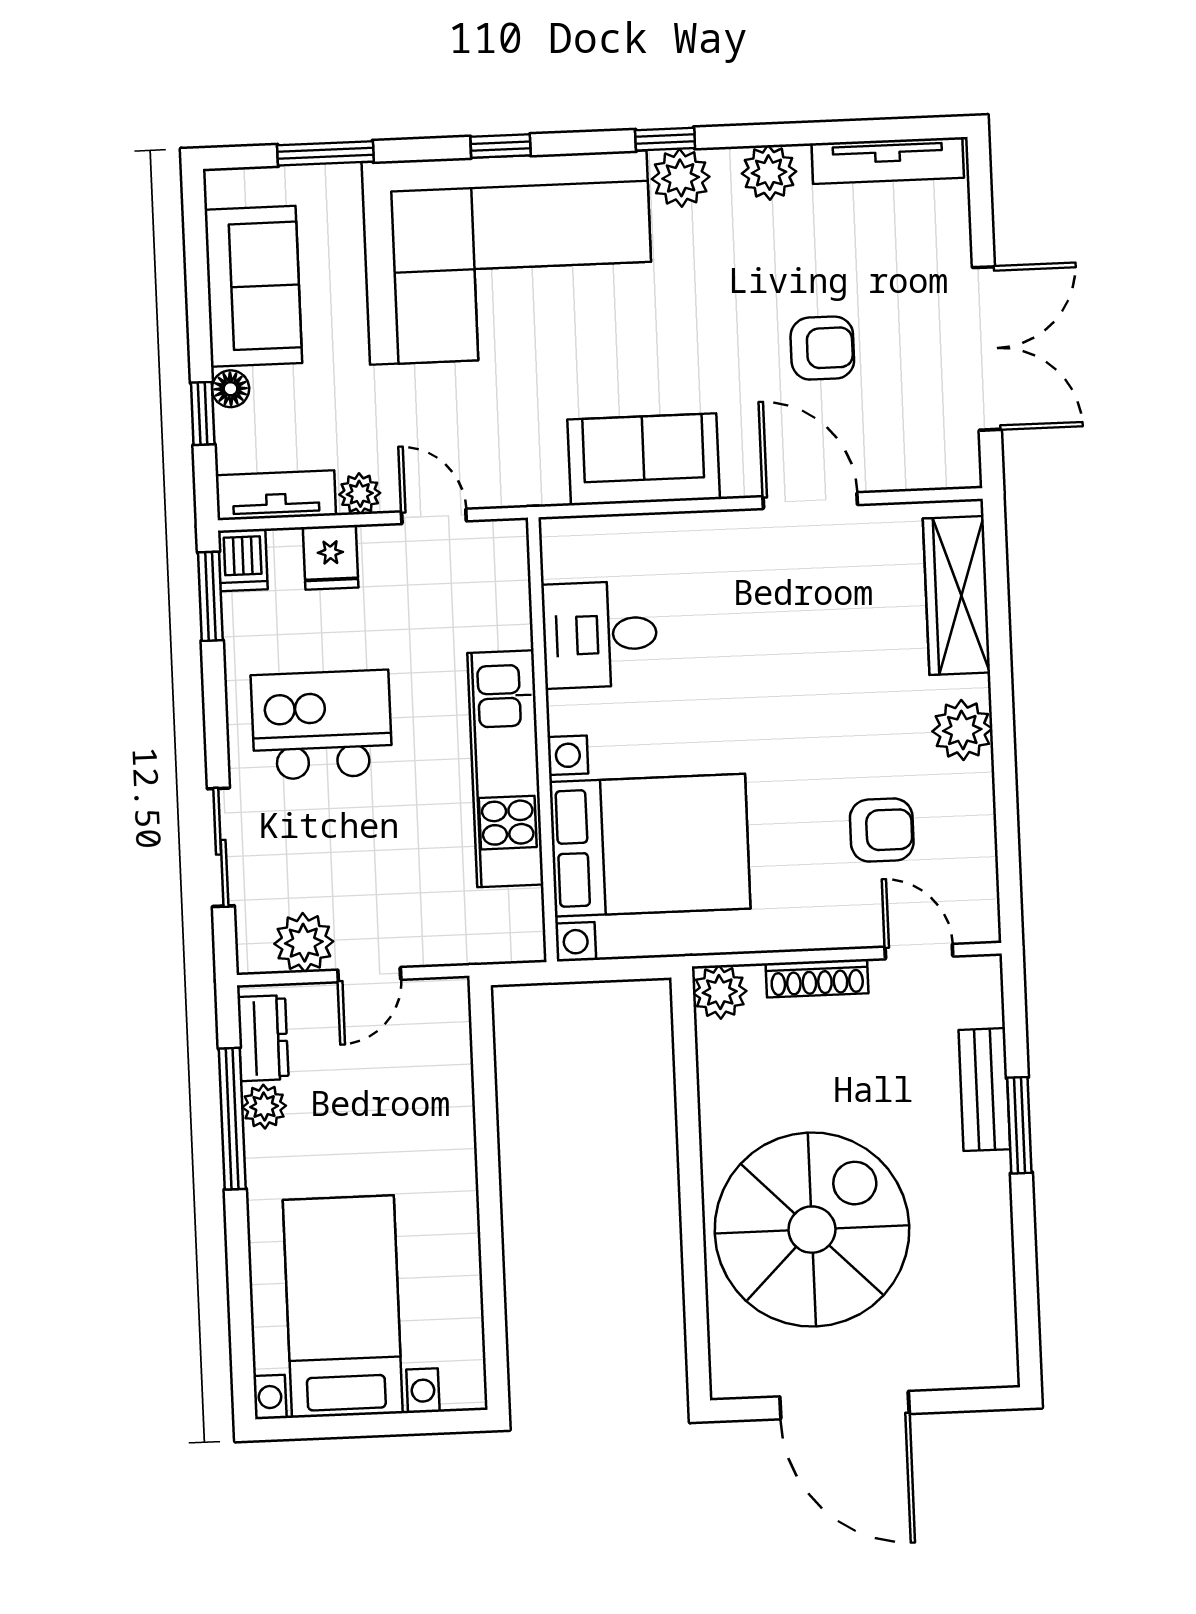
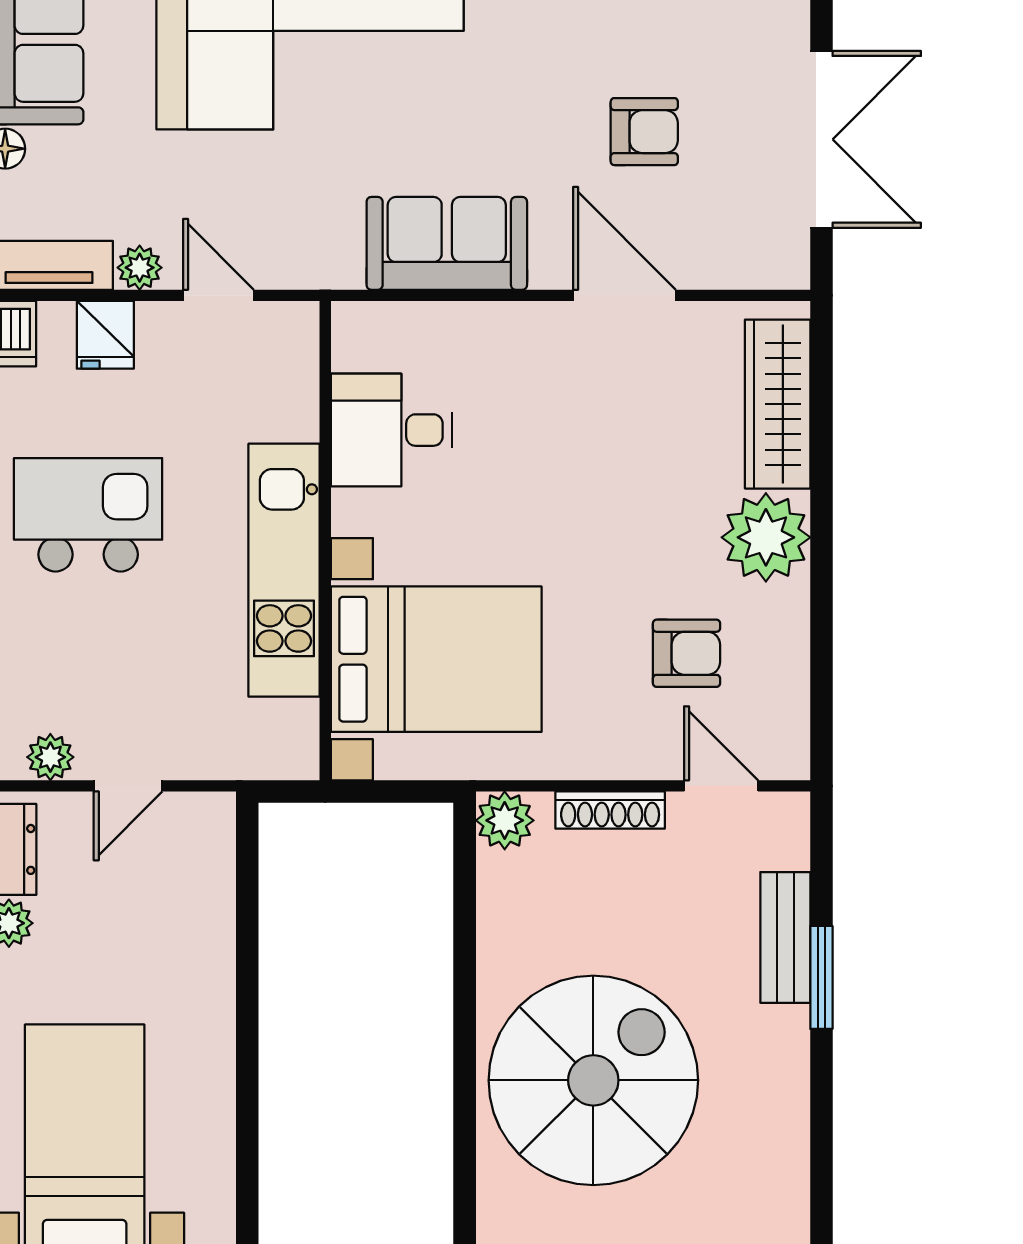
plant: (962, 730) -> (766, 537), width x1.36, depth x1.36
plant: (304, 943) -> (50, 757), width x0.73, depth x0.73

